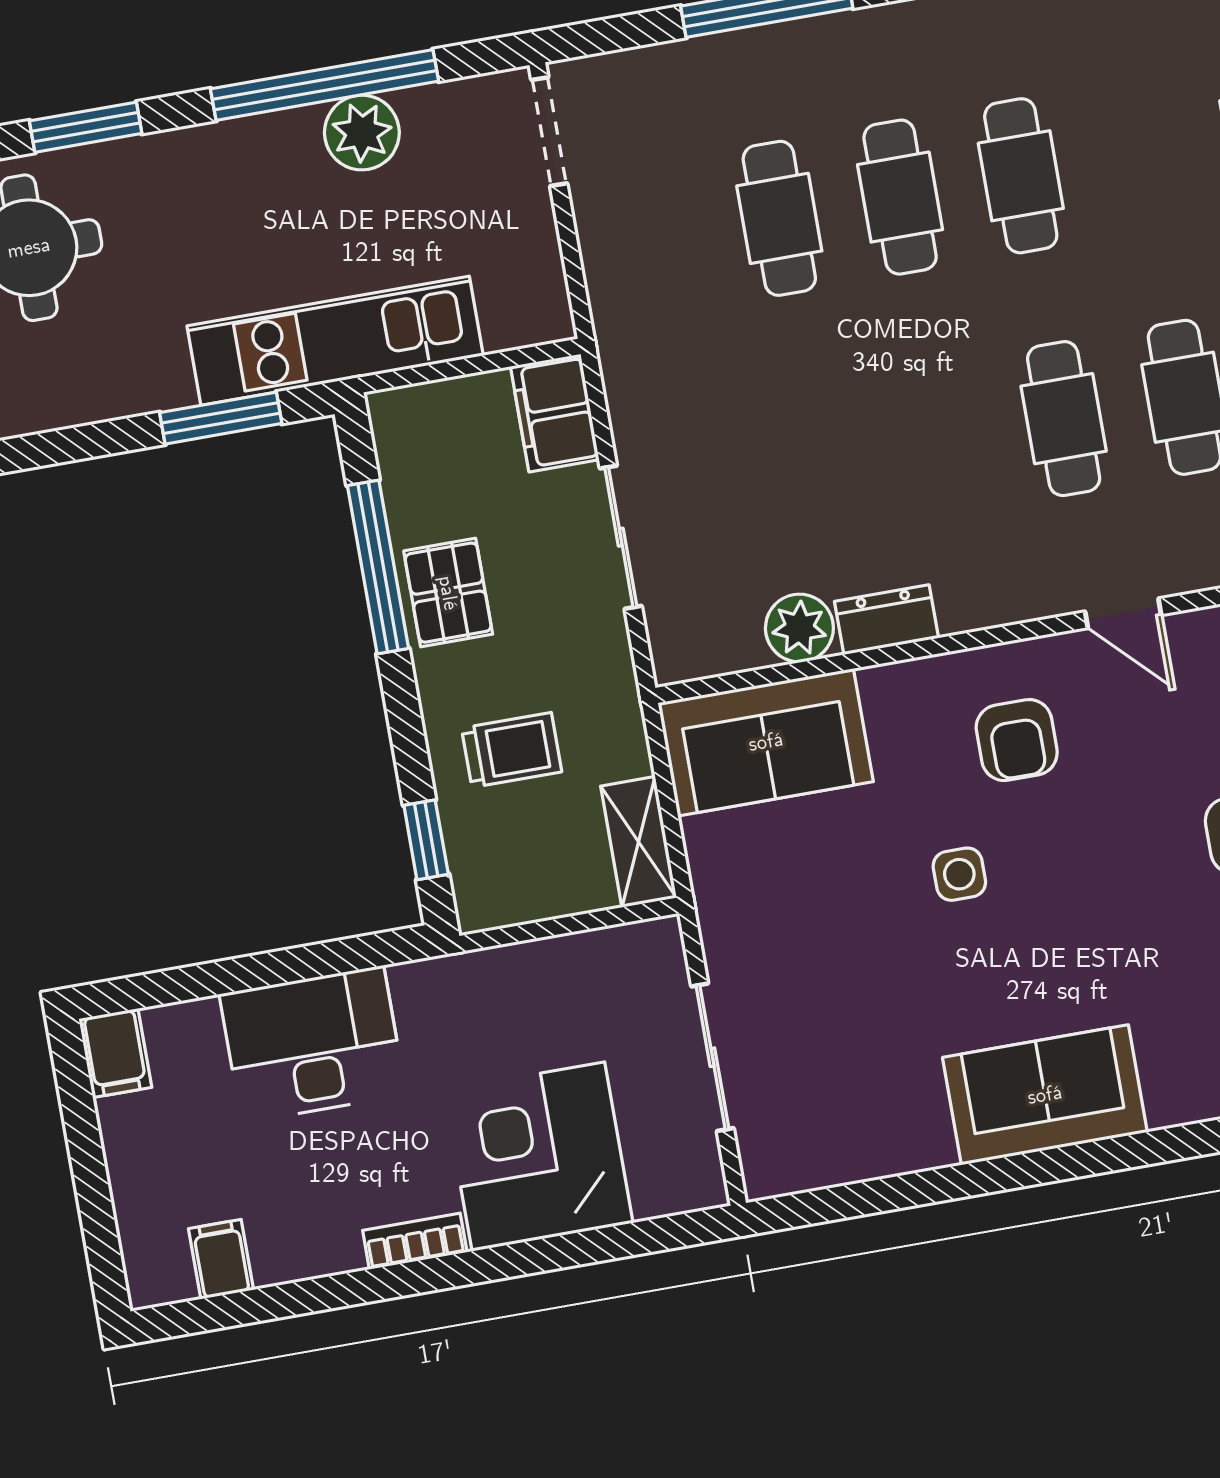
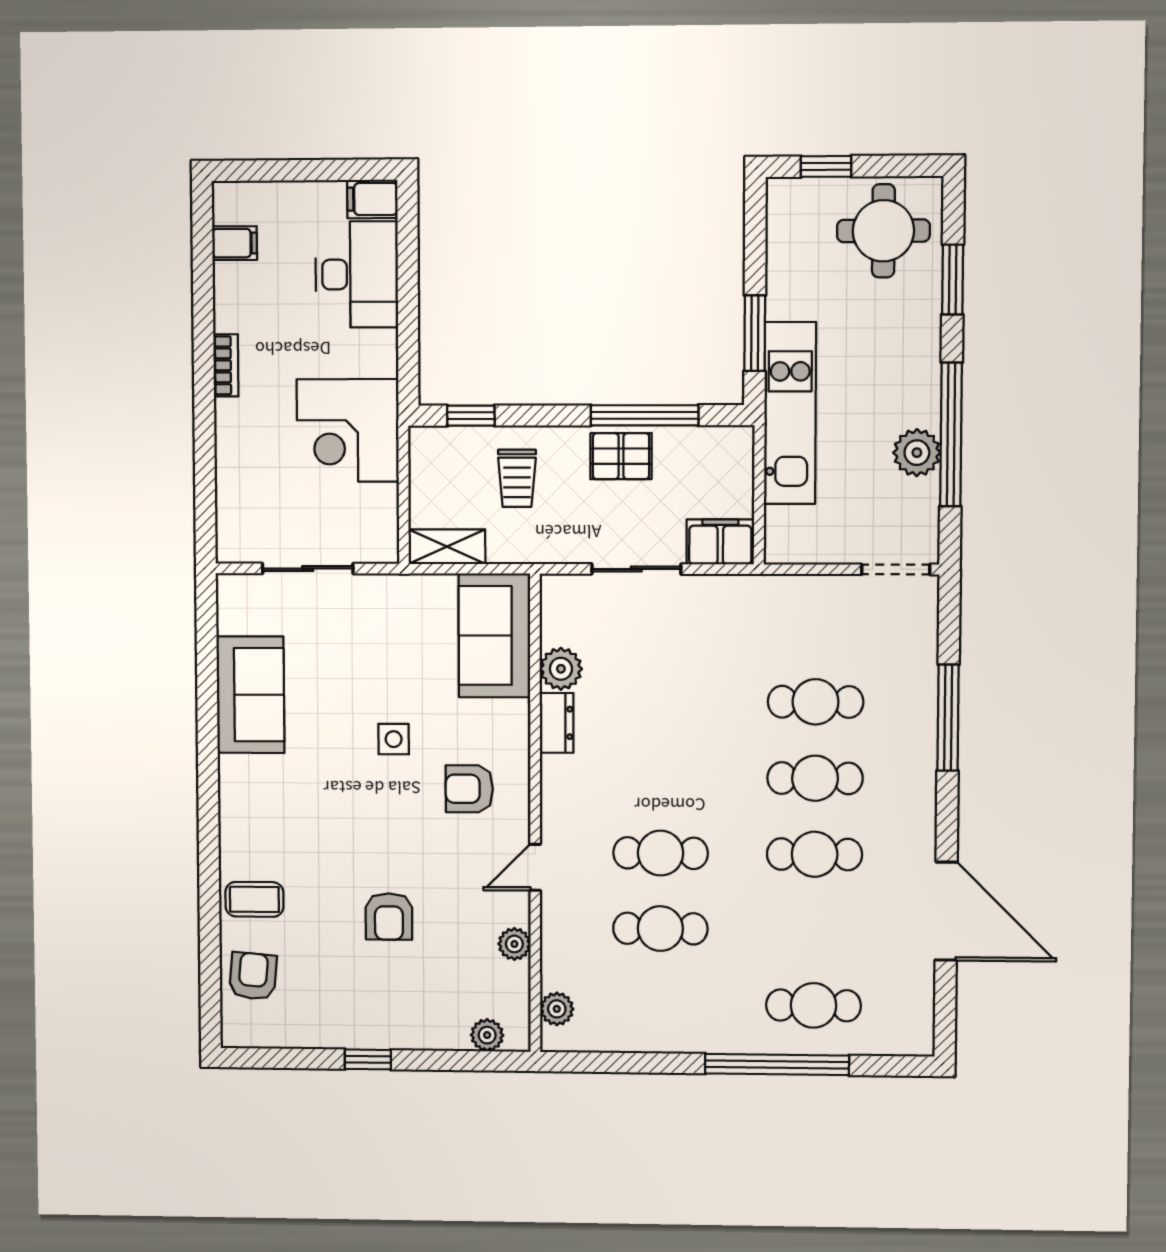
desk: (313, 1044) -> (357, 274), moved
sofa: (1045, 1095) -> (250, 695), moved
corner desk: (538, 1157) -> (348, 430), moved, turned 180

